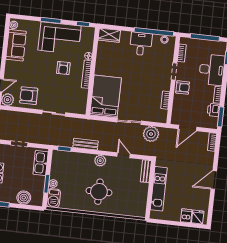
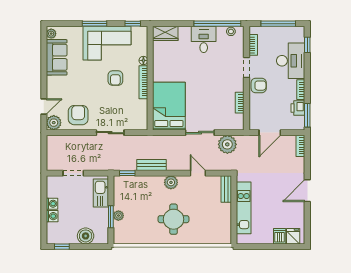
armchair: (29, 96) -> (78, 115), turned 90
barbecue: (54, 198) -> (121, 233), removed

